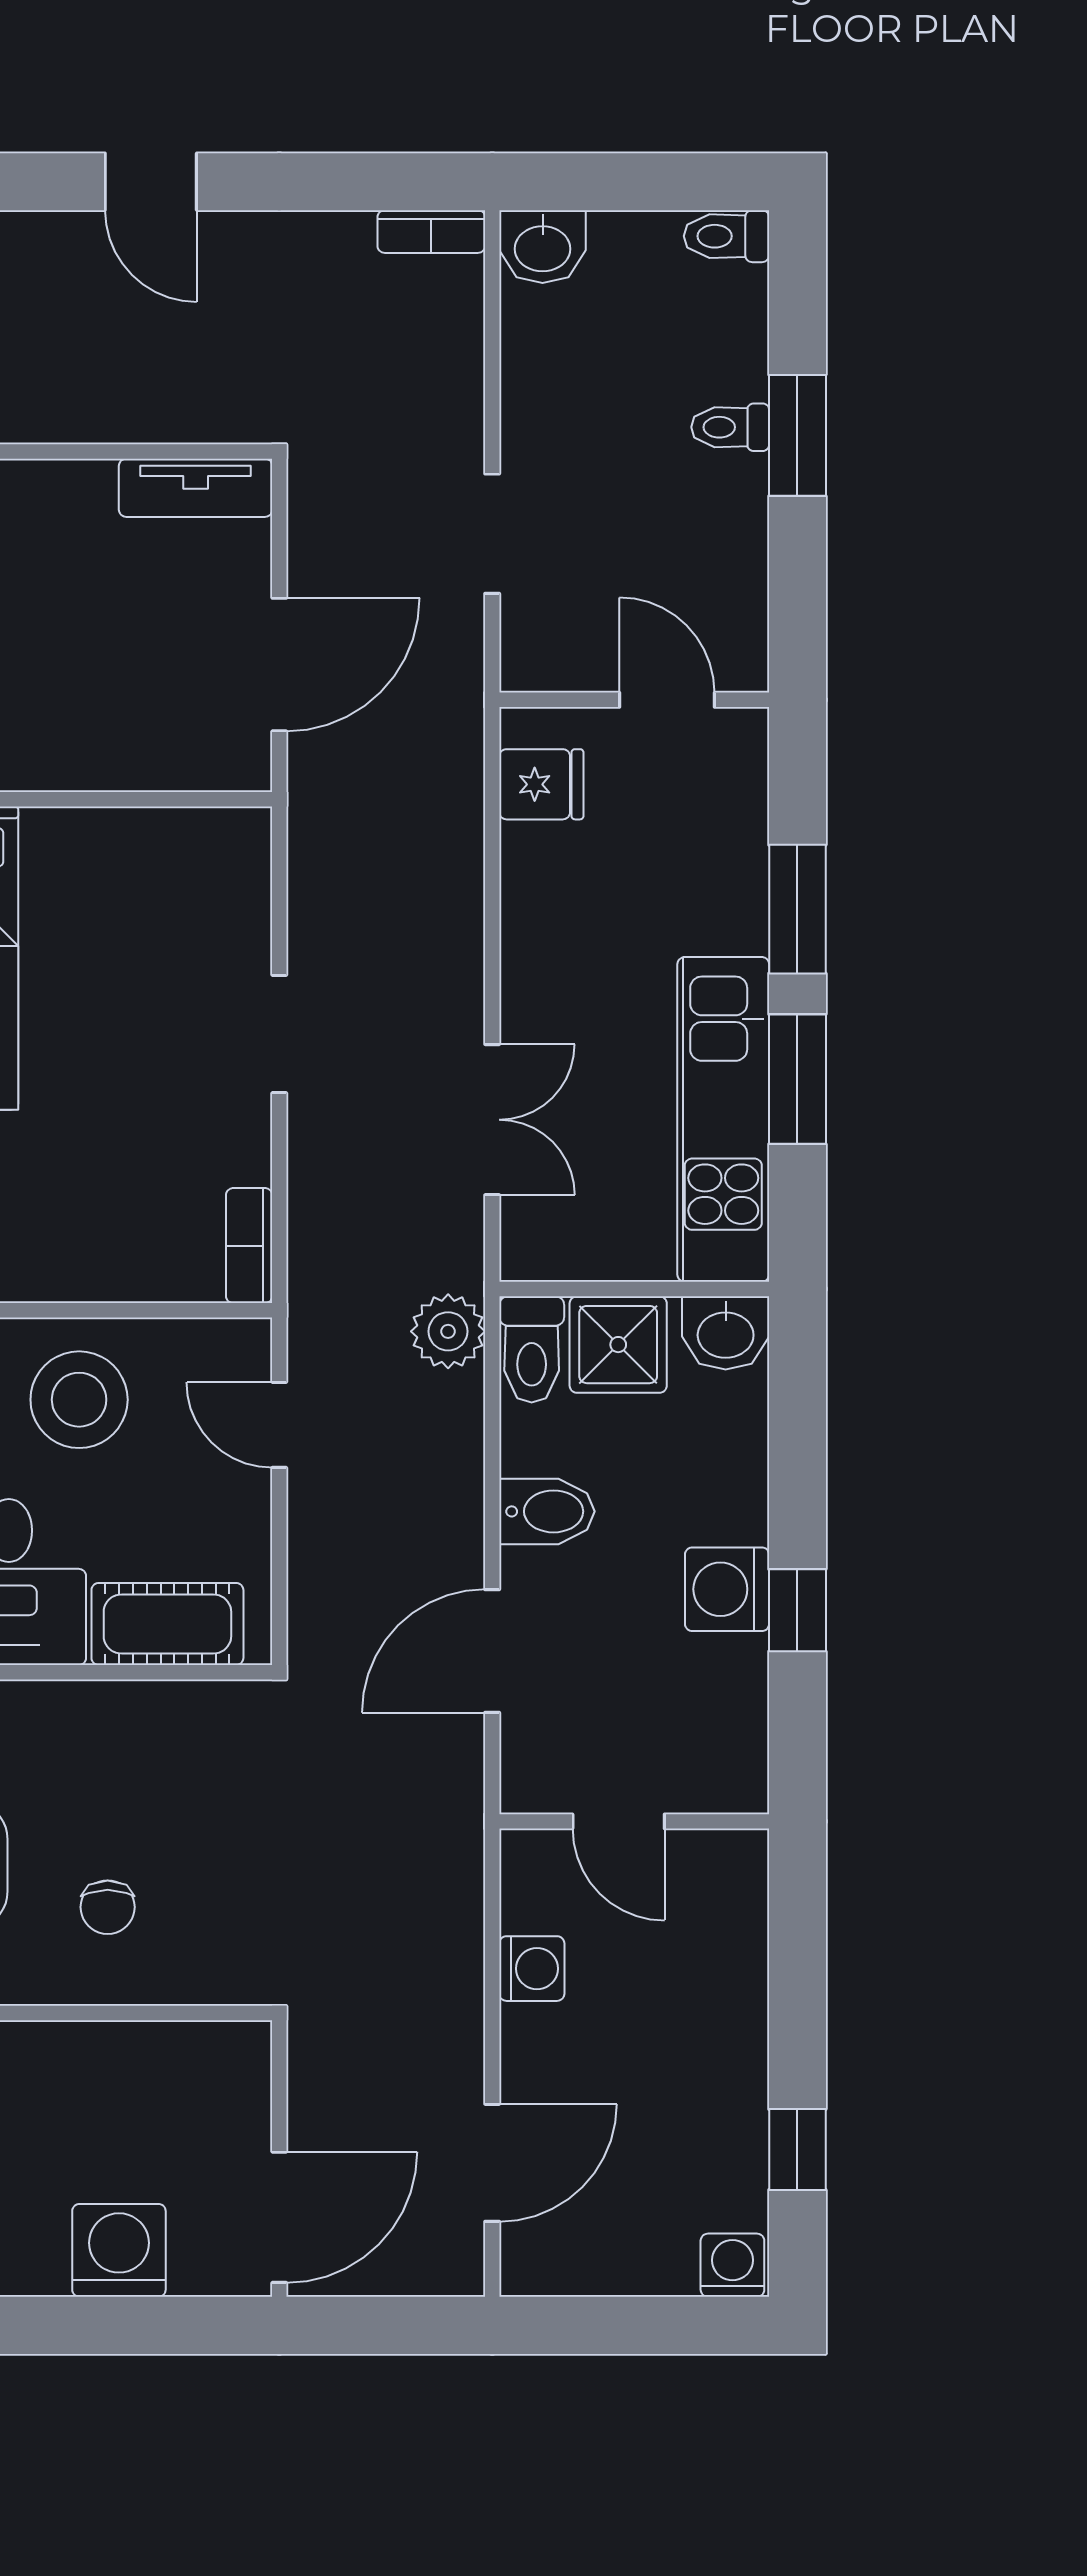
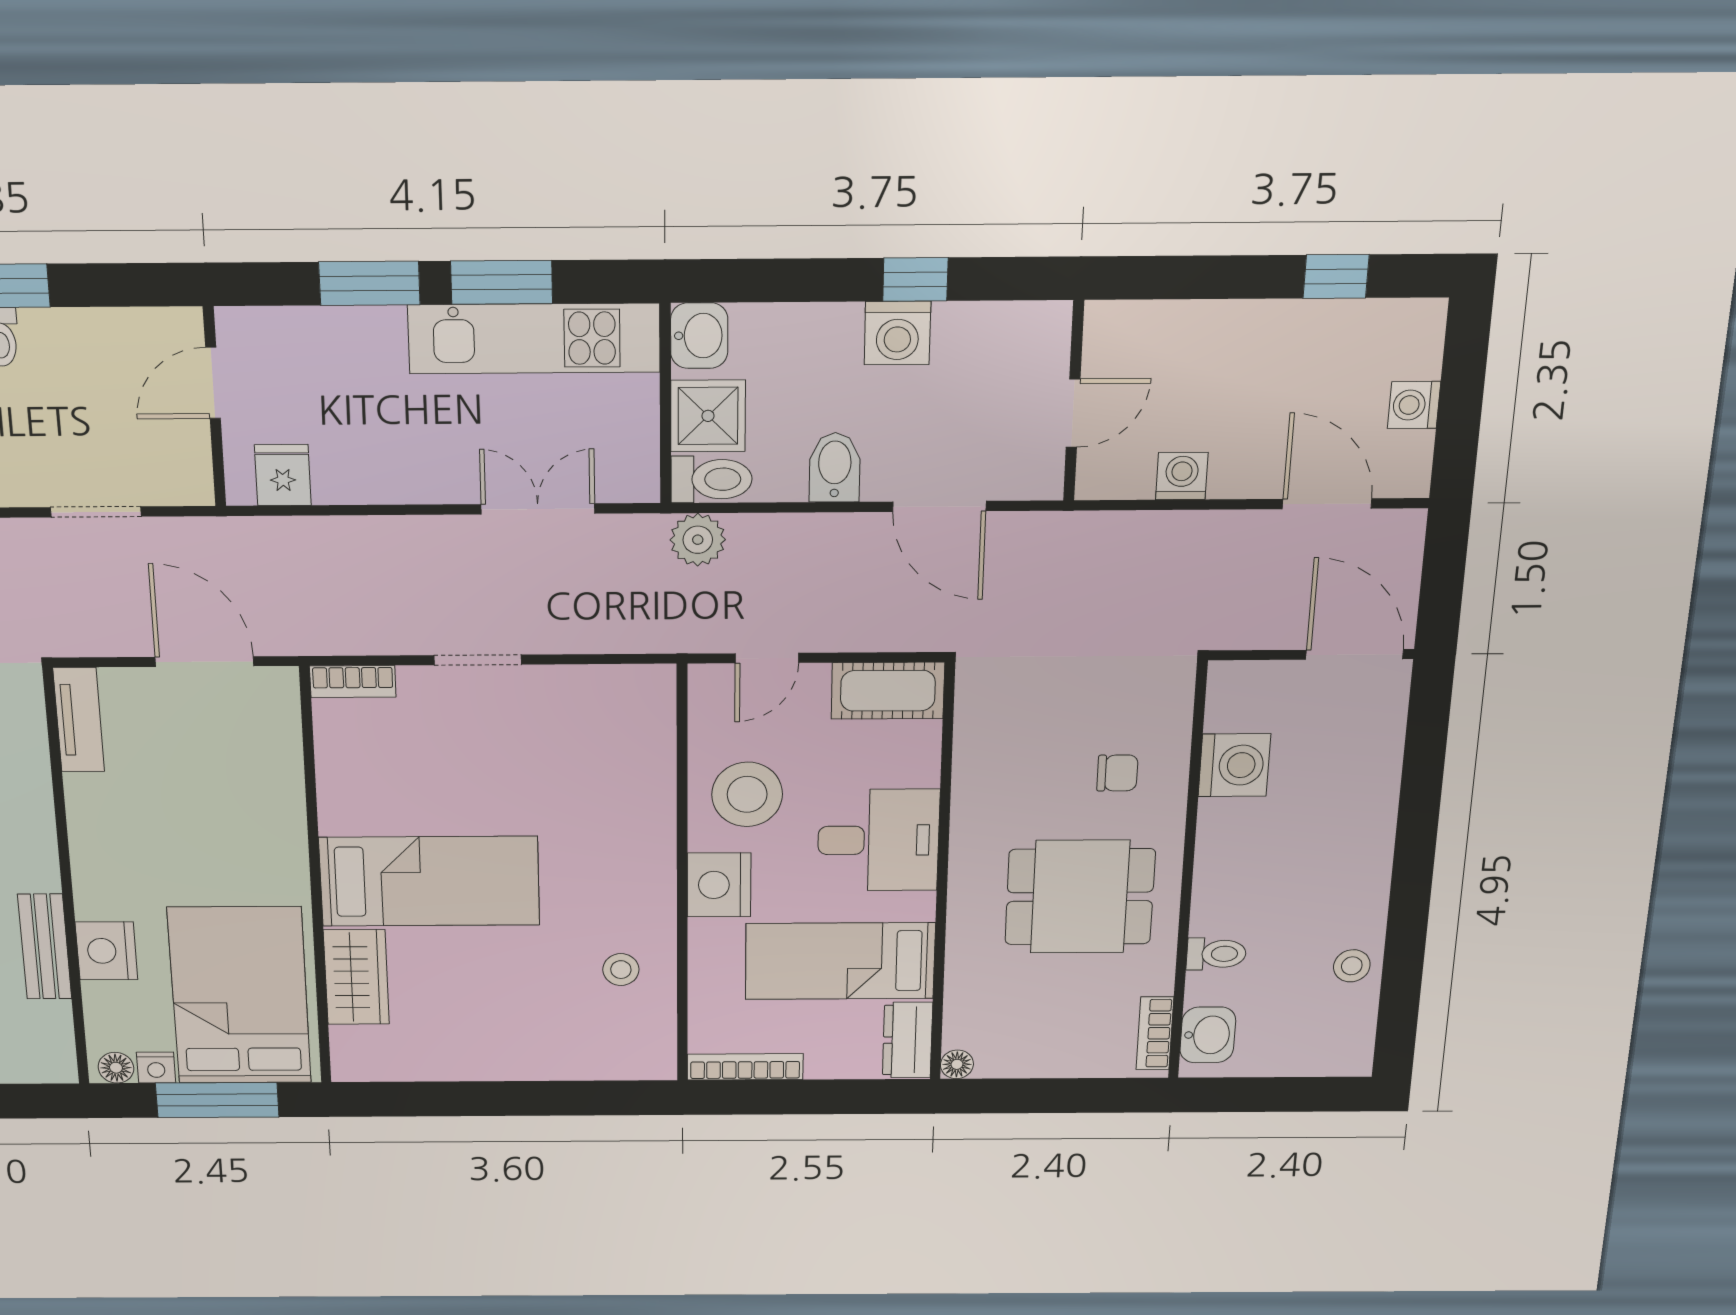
bookcase: (249, 1246) -> (353, 681), moved
cot: (167, 1624) -> (888, 691), moved, turned 90
washing machine: (119, 2250) -> (1234, 765), moved, turned 180
washing machine: (732, 2265) -> (1414, 405), moved

